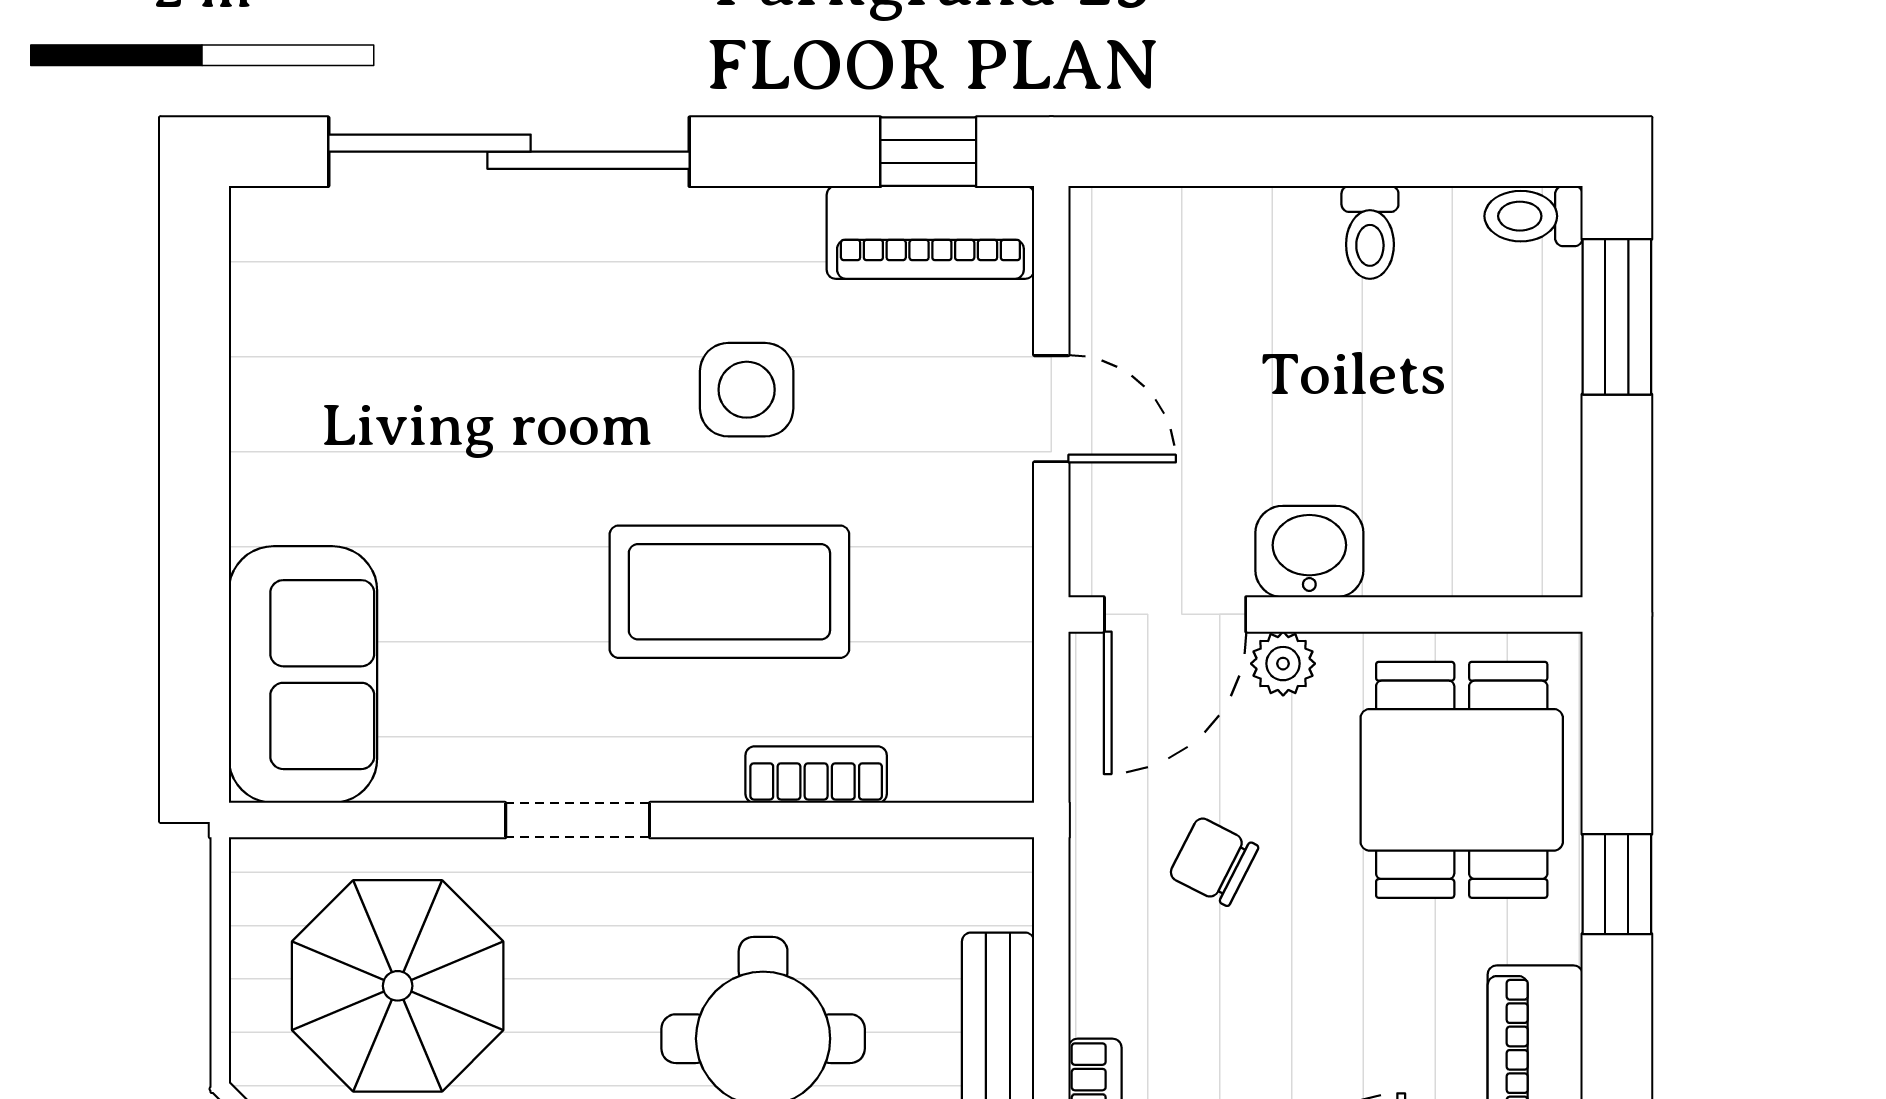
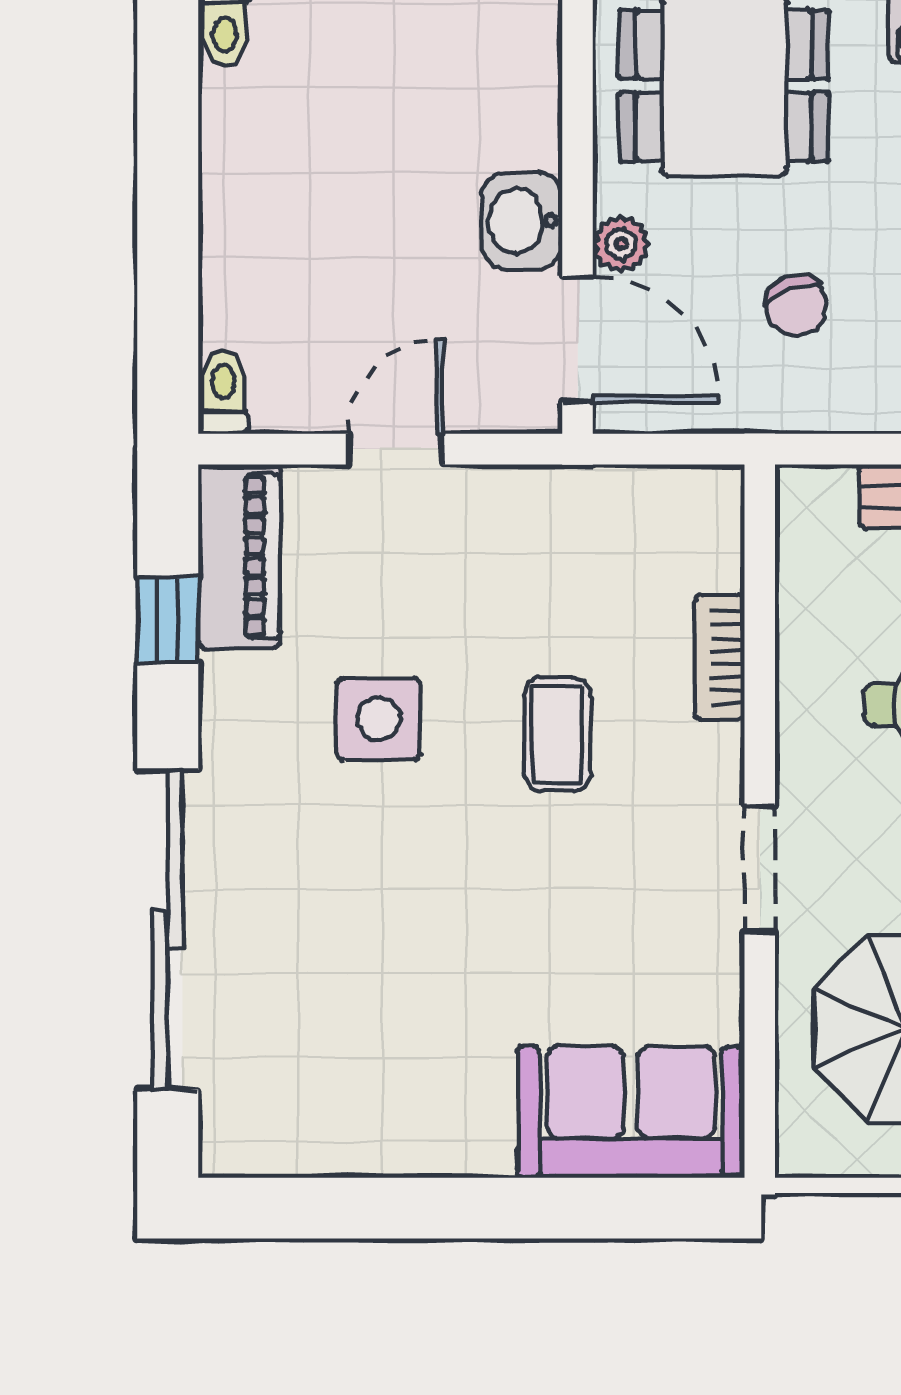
window: (928, 152) -> (168, 620), moved
toilet: (1370, 232) -> (223, 393), moved, turned -90
coffee table: (729, 592) -> (557, 734), width x0.54, depth x0.58
chair: (1214, 861) -> (796, 305), turned -47

